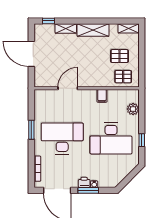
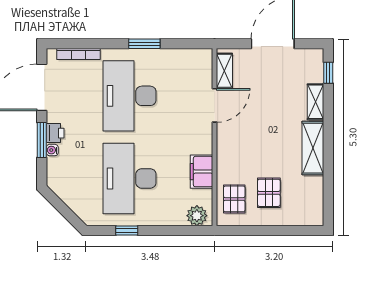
shelving: (129, 28) -> (224, 71), moved
door: (68, 88) -> (215, 105), hinge flipped
filing cabinet: (102, 96) -> (202, 172), width x2.00
plant: (133, 109) -> (197, 216), moved
desk: (62, 138) -> (130, 96), turned 180

